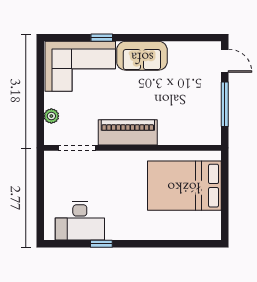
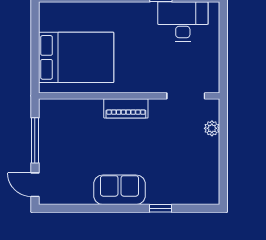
corner sofa: (80, 66) -> (182, 179), removed
piano: (128, 132) -> (126, 108), width x0.73, depth x0.75

